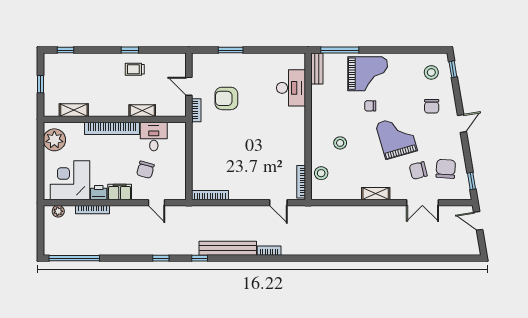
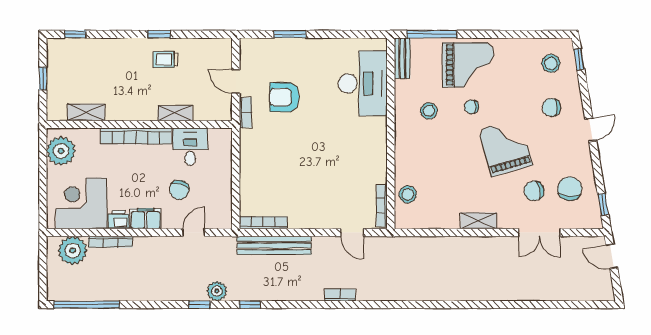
desk: (291, 88) -> (363, 83), width x1.36, depth x1.30
chair: (432, 106) -> (551, 107), turned 90
stool: (340, 143) -> (429, 111), moved
door: (156, 203) -> (194, 233), swing flipped
plant: (58, 211) -> (73, 251), width x1.87, depth x1.87
plant: (174, 248) -> (217, 291), added
bench: (228, 248) -> (274, 245), moved

